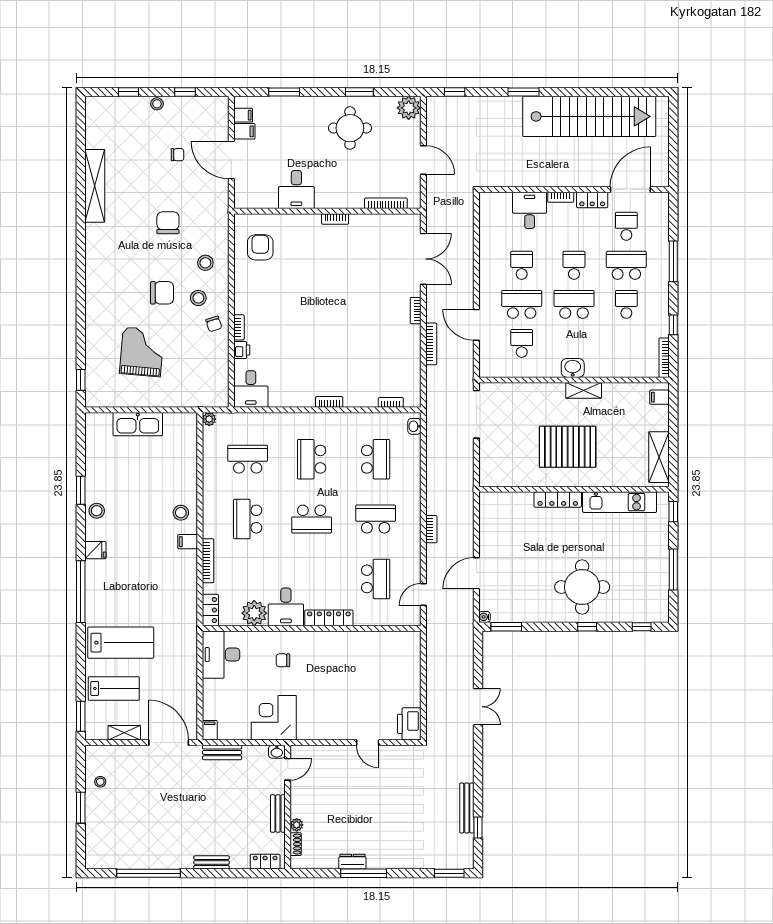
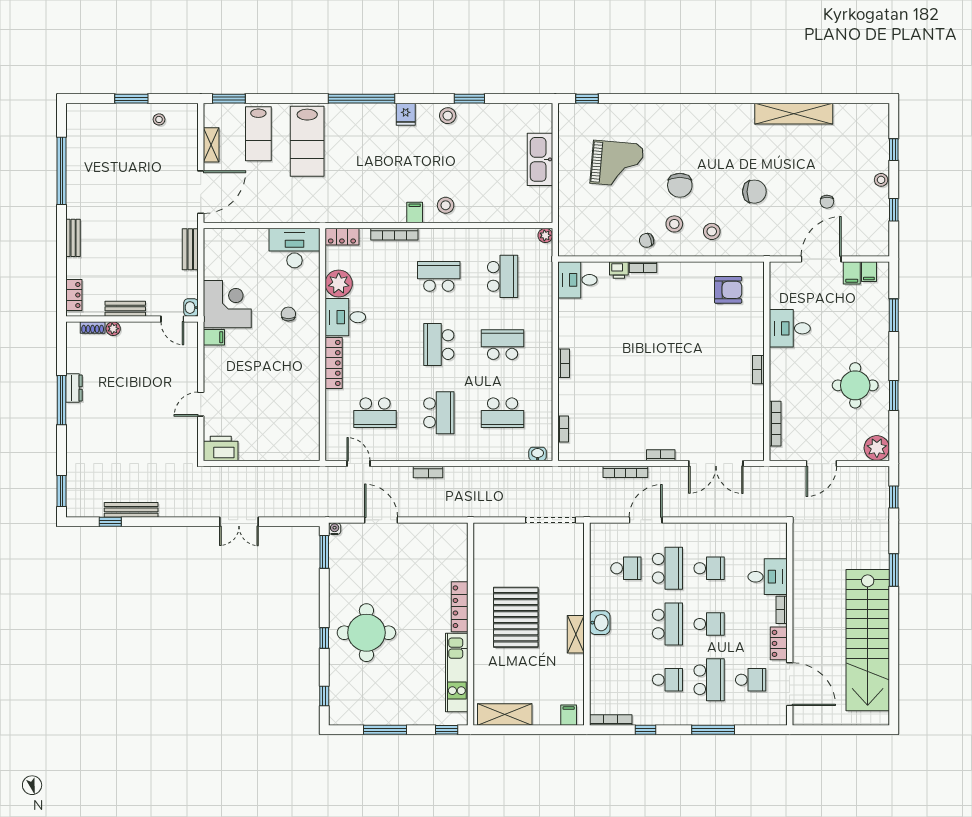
filing cabinet: (210, 730) -> (214, 337), moved

